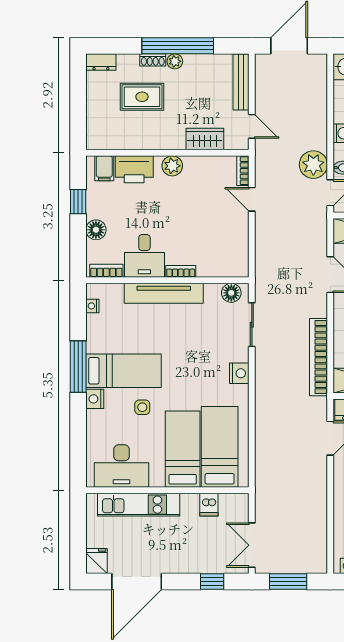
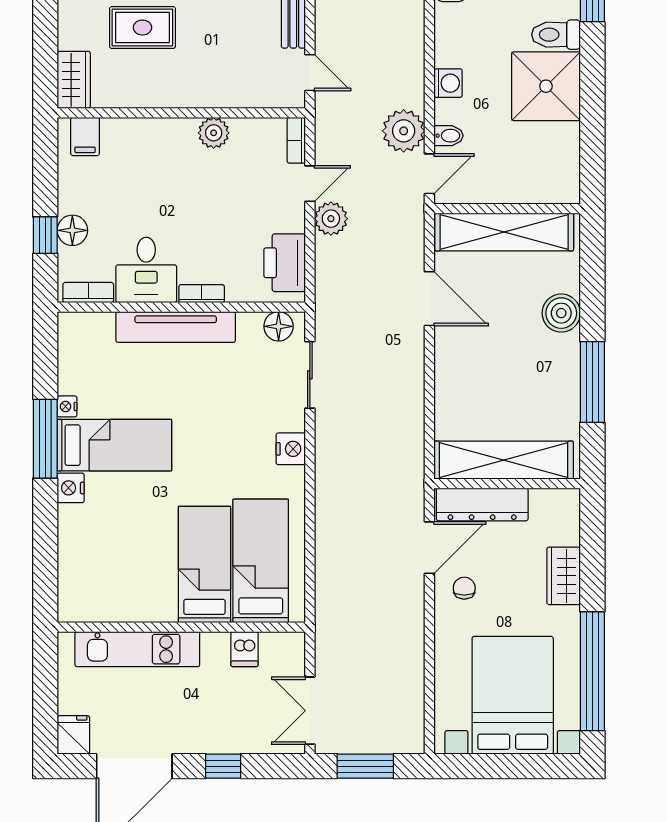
wardrobe: (205, 139) -> (74, 80), moved, turned 90
plant: (172, 166) -> (214, 133), moved
printer: (134, 169) -> (285, 263), moved, turned 90
door: (252, 199) -> (310, 184), swing flipped
window: (78, 202) -> (45, 235), moved
plant: (266, 222) -> (331, 219), added
nightstand: (92, 306) -> (67, 406), moved
bookcase: (319, 357) -> (412, 424), removed
side table: (142, 407) -> (143, 501), removed
desk: (121, 466) -> (111, 590), removed
window: (212, 581) -> (223, 766), moved

